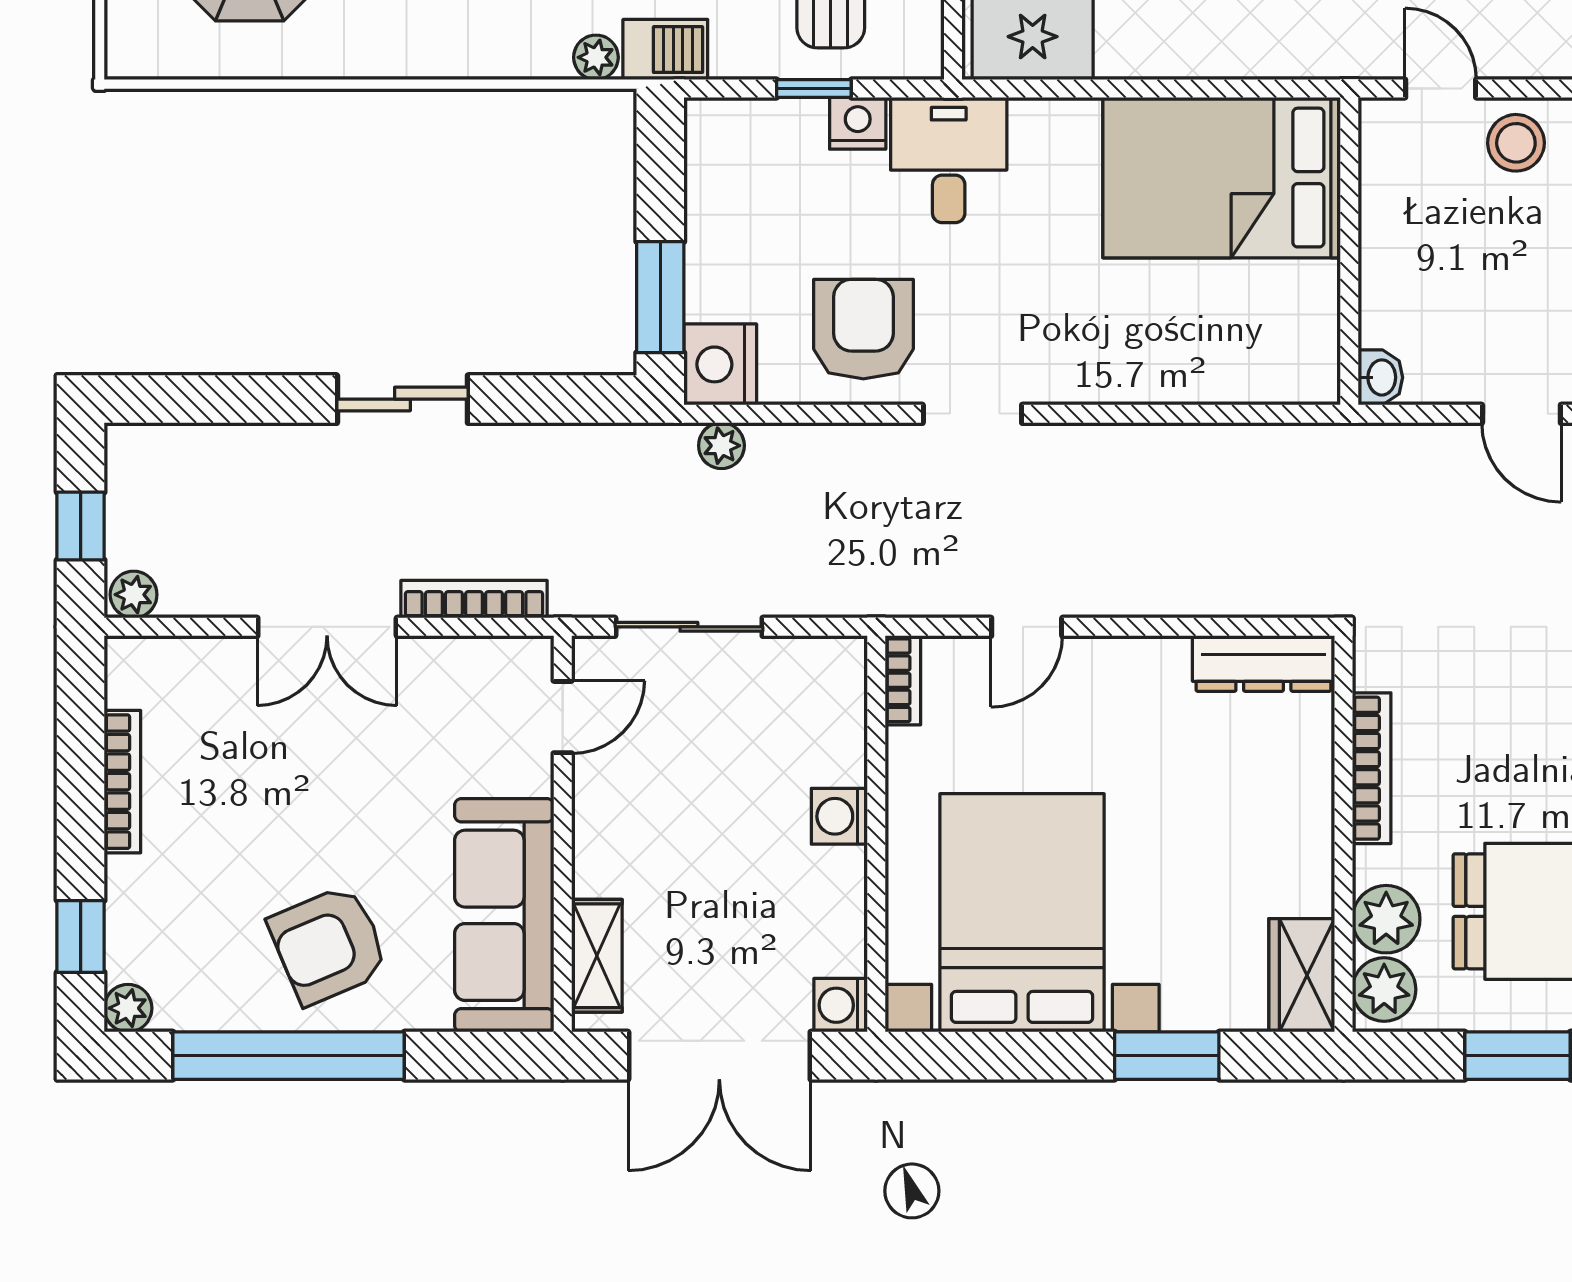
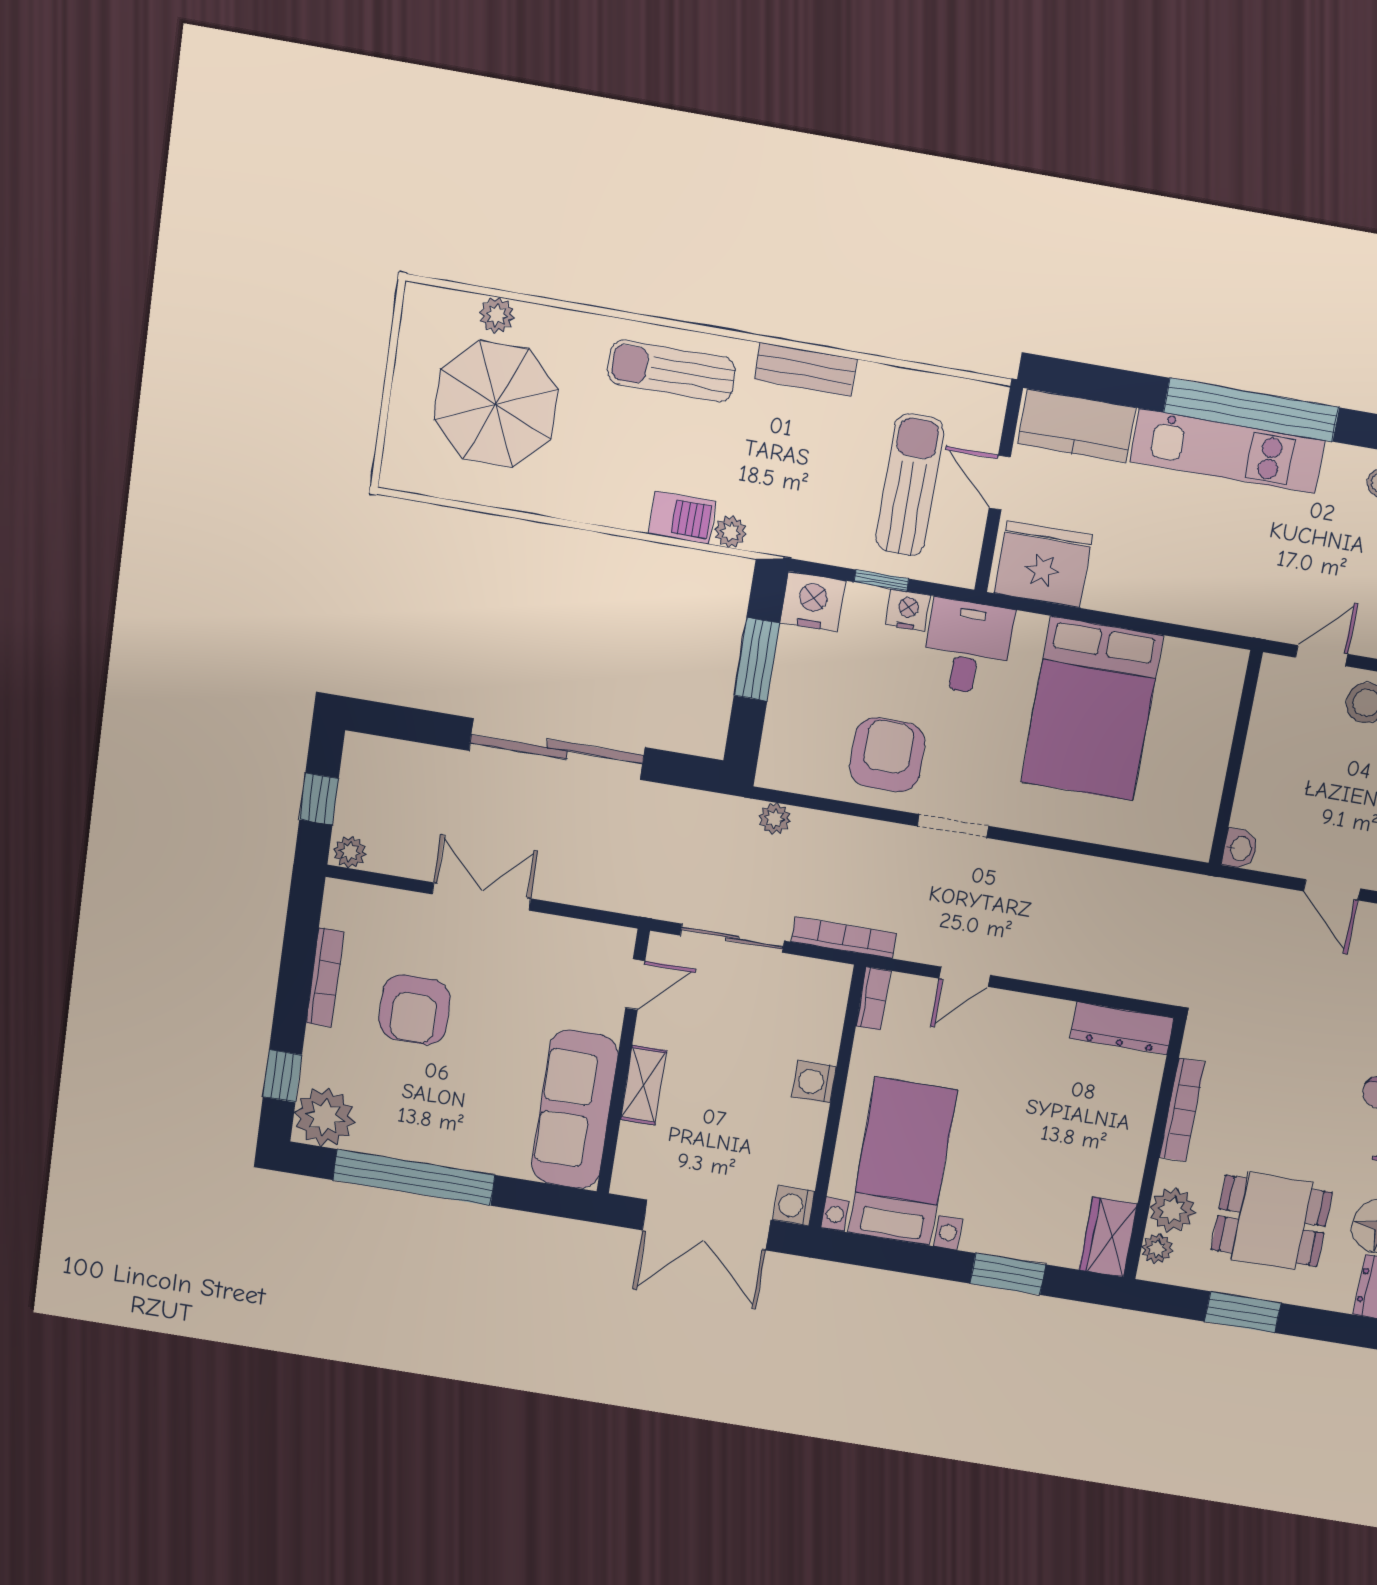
barbecue: (665, 50) -> (682, 518), moved
door: (1441, 89) -> (1322, 656), hinge flipped
bed: (1222, 178) -> (1092, 709), moved, turned -90
window: (660, 297) -> (757, 659), moved
nightstand: (720, 364) -> (813, 602), moved, turned 90
sliding door: (402, 399) -> (557, 749), width x1.86
bookcase: (474, 599) -> (844, 938), moved
double door: (327, 627) -> (481, 896), swing flipped
bed with nightstands: (1022, 913) -> (903, 1162), width x0.73
armchair: (329, 945) -> (415, 1010), moved, turned -67
shelving: (597, 956) -> (644, 1085), moved
plant: (1384, 990) -> (1157, 1249), width x0.73, depth x0.73
plant: (128, 1008) -> (325, 1117), width x1.87, depth x1.87

